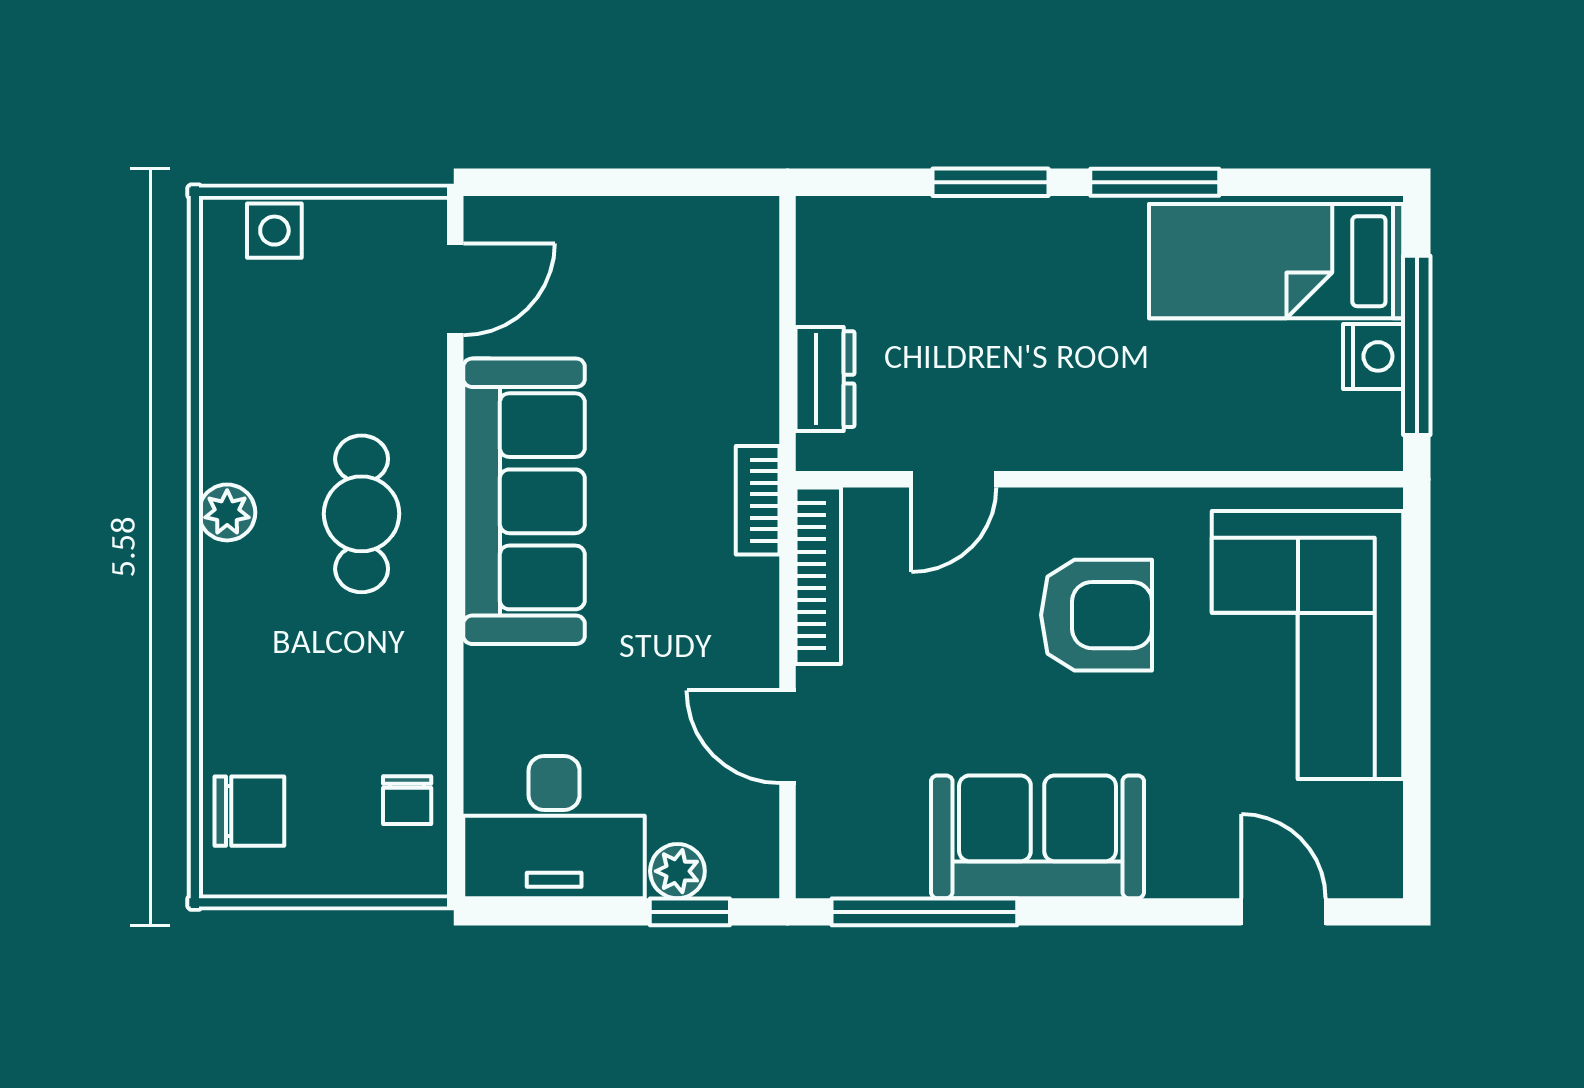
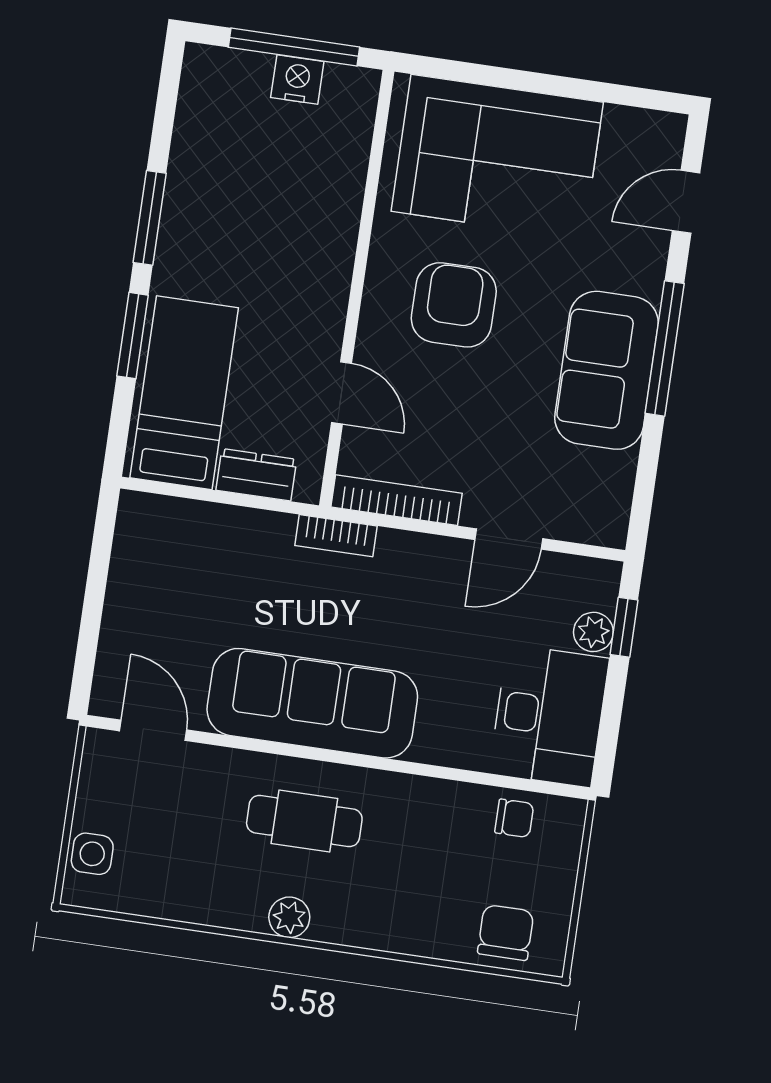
bed: (1276, 261) -> (184, 393), moved, turned 180
window: (924, 912) -> (665, 348), moved

